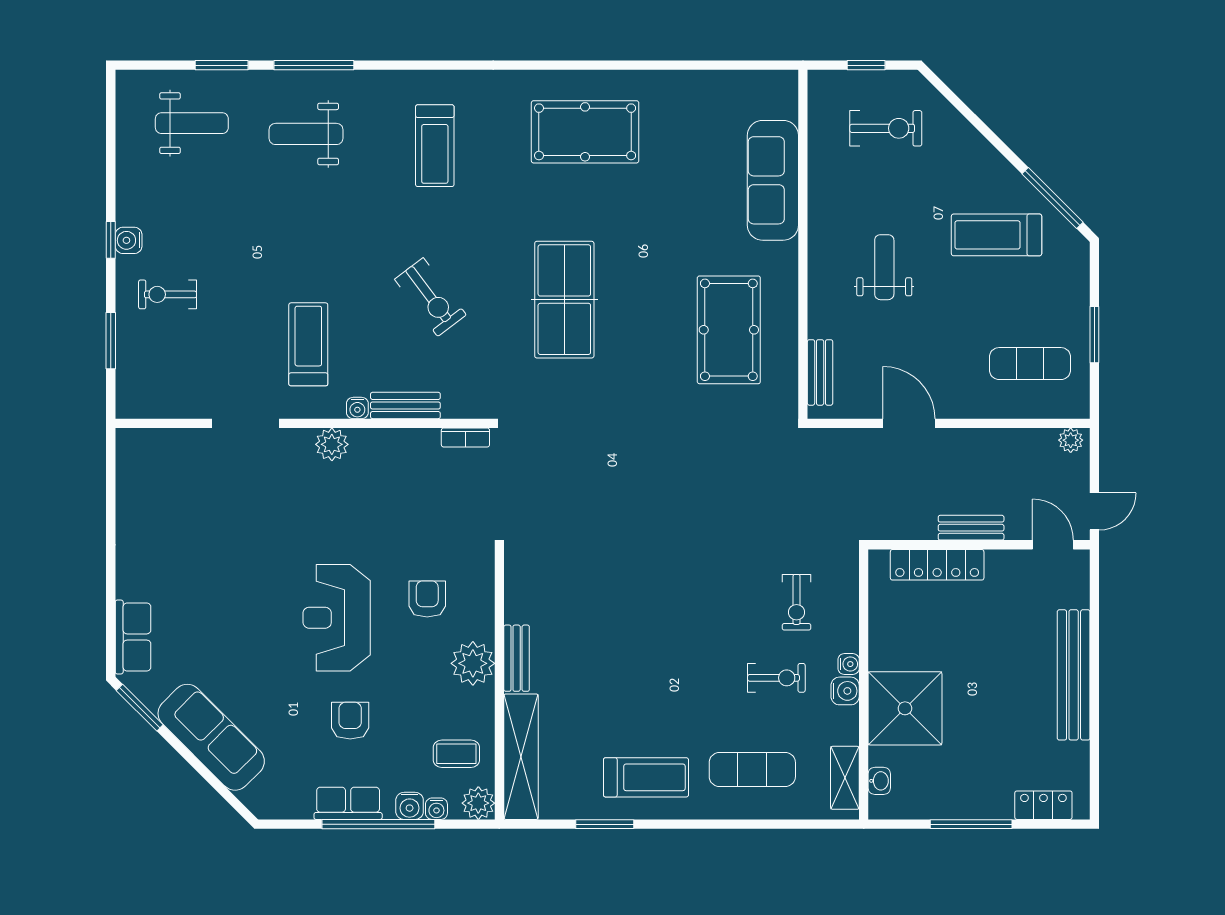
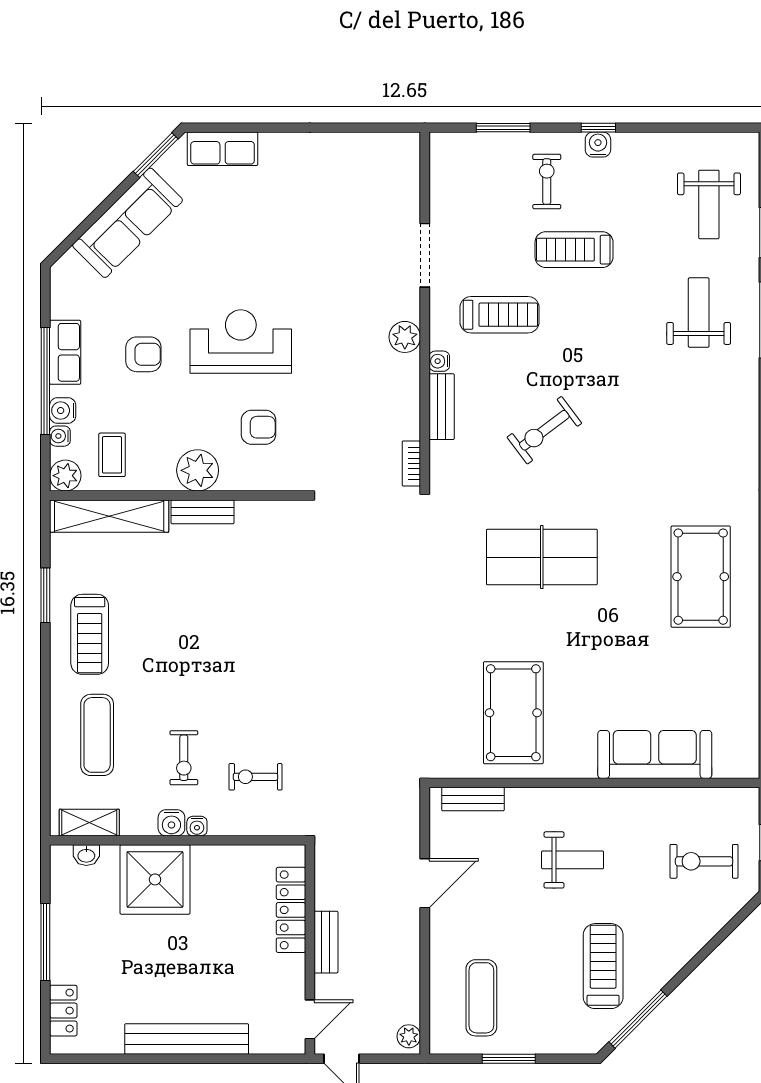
exercise bike: (886, 128) -> (704, 861), turned 90
treadmill: (435, 146) -> (574, 250), moved
pool table: (729, 330) -> (513, 713), turned 90

